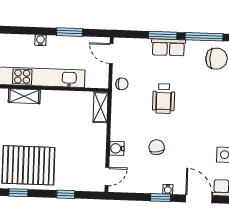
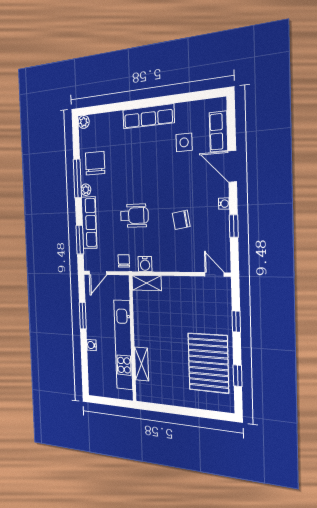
window: (163, 35) -> (80, 240), moved
plant: (192, 46) -> (86, 190), added
row of seats: (168, 47) -> (89, 223), width x1.48
water cooler: (117, 148) -> (145, 264), moved
window: (161, 198) -> (234, 226), moved
door: (199, 199) -> (232, 166), hinge flipped

